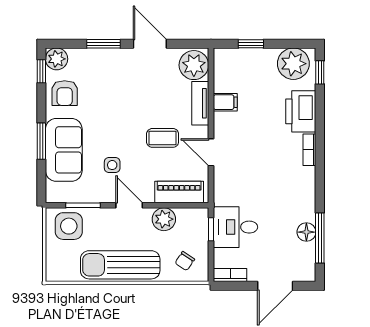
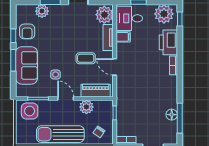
plant: (57, 59) -> (42, 11), moved
window: (41, 71) -> (13, 36), moved
desk: (235, 227) -> (129, 18), moved

